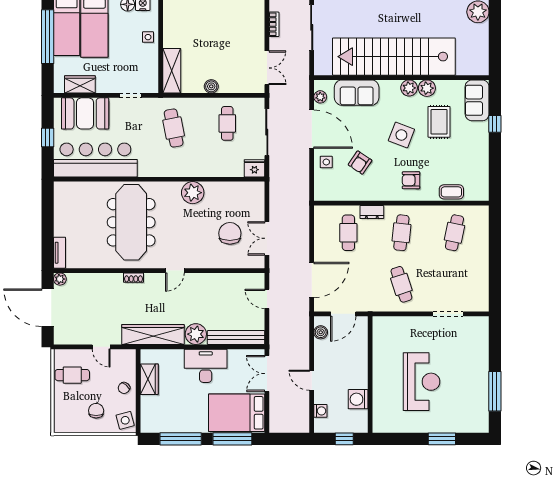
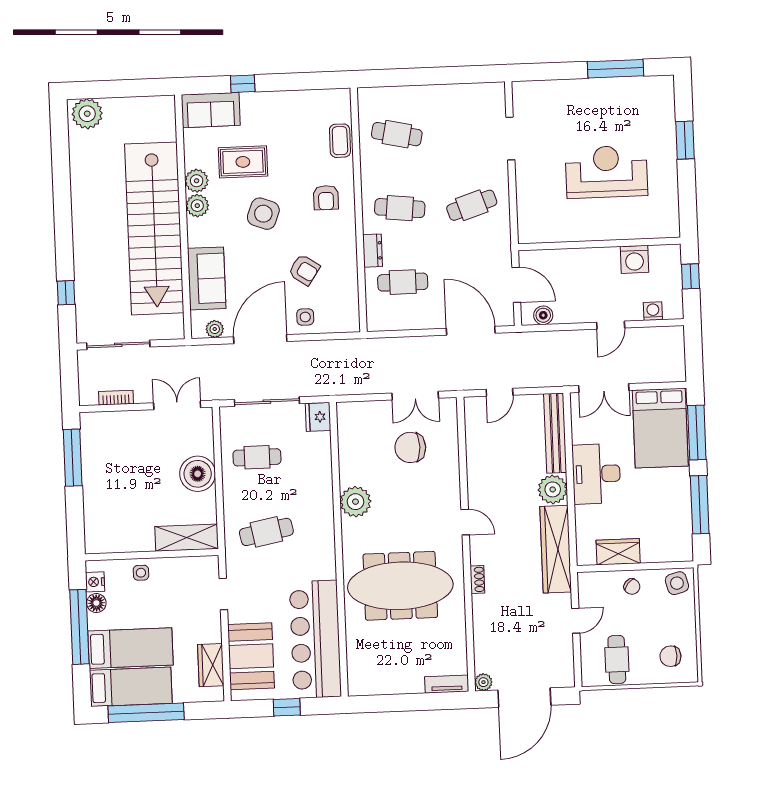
boiler: (211, 86) -> (198, 474), width x1.86, depth x1.86
chair: (96, 411) -> (670, 656), moved

